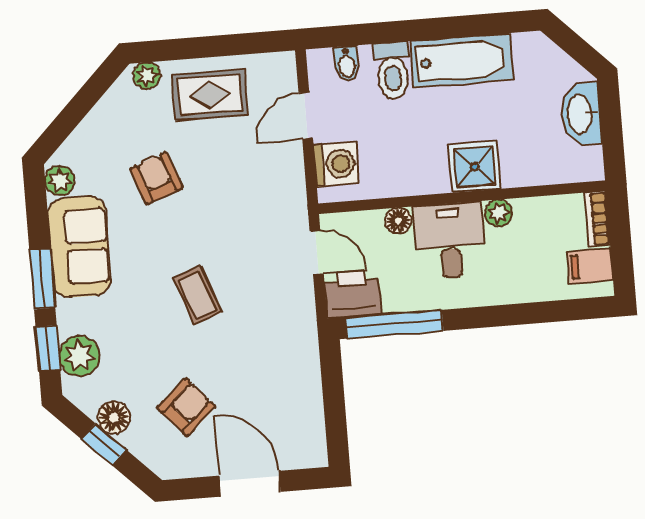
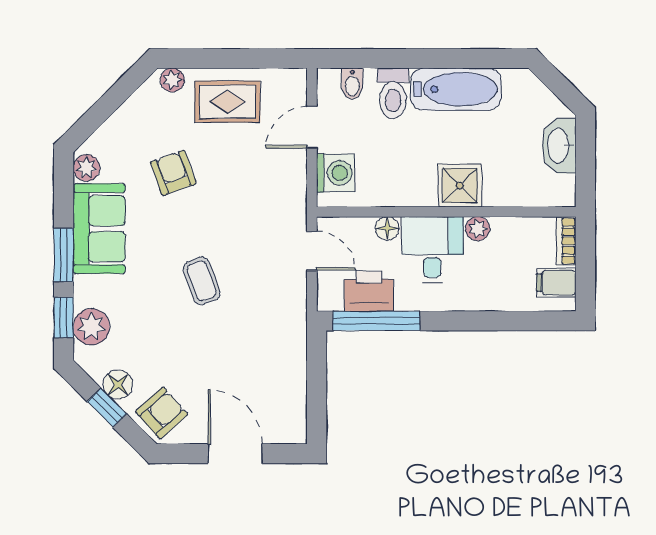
printer: (353, 294) -> (369, 291), moved
armchair: (186, 407) -> (162, 413), moved

